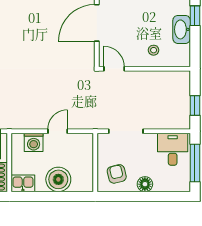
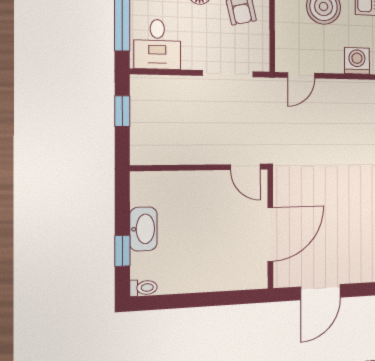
stool: (154, 50) -> (187, 196), removed
door: (58, 131) -> (301, 75), moved

